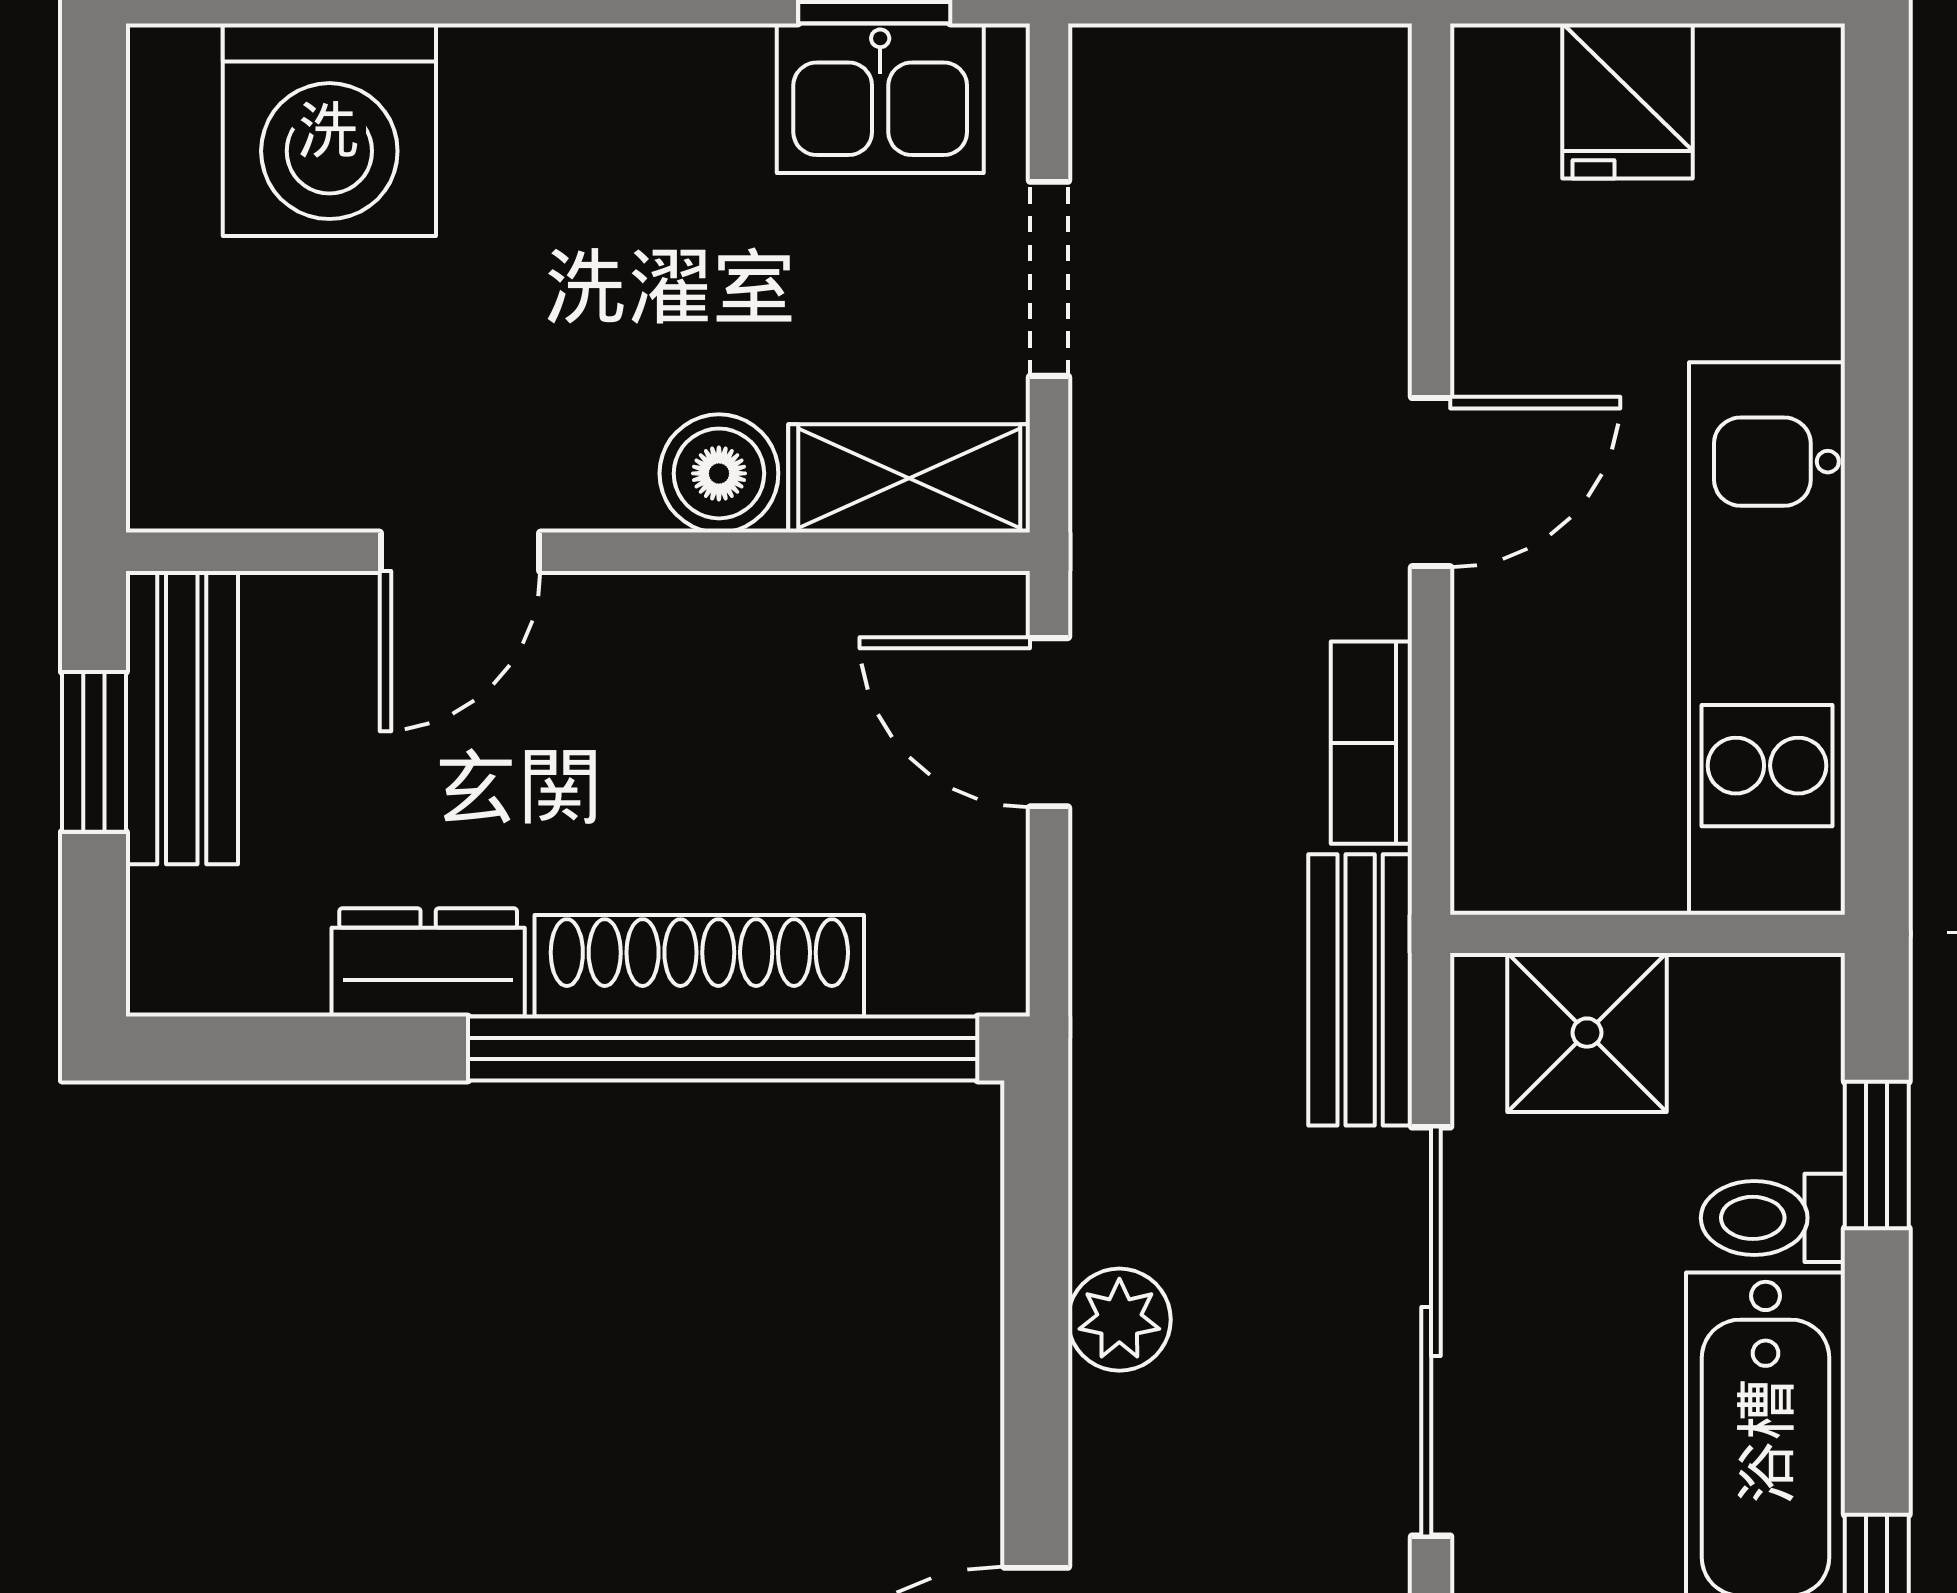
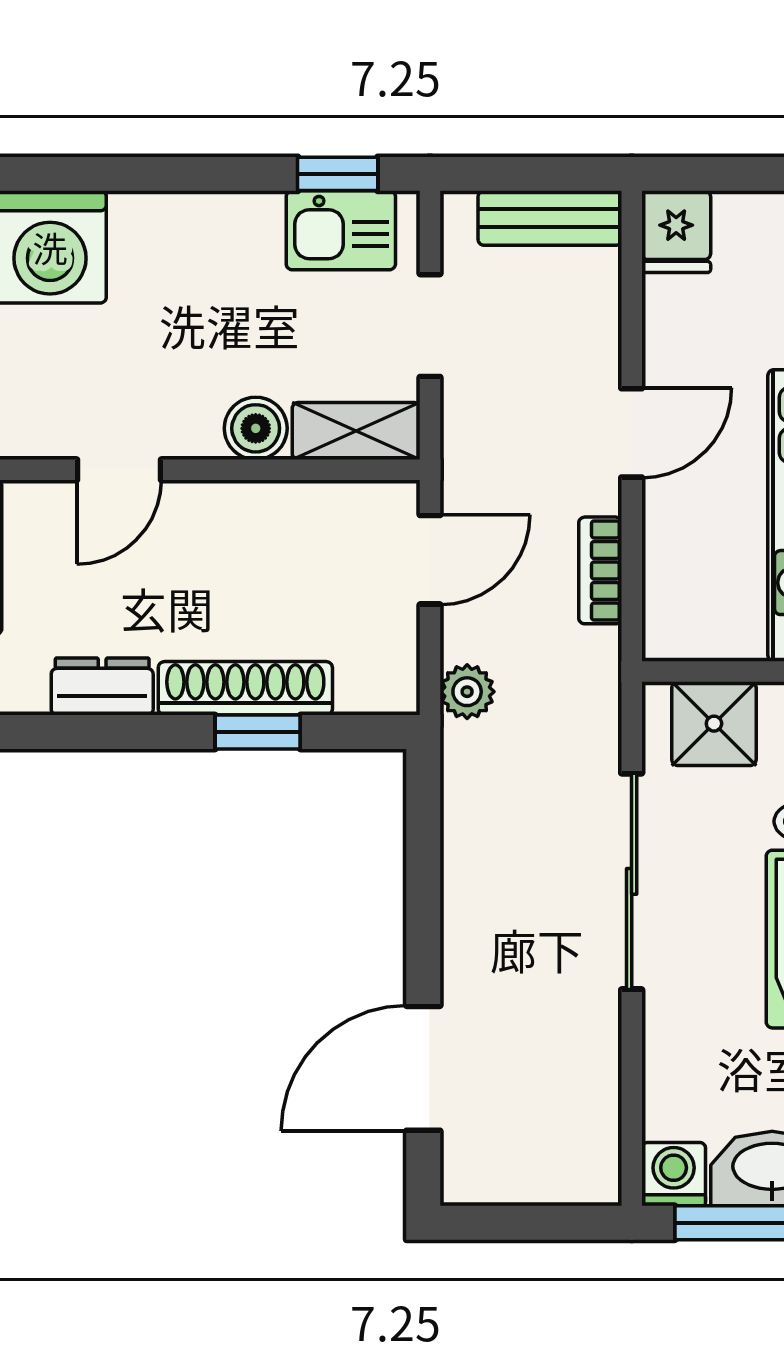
fridge: (1627, 101) -> (676, 232), moved
door: (1049, 722) -> (430, 560), swing flipped
bench: (1360, 990) -> (550, 218), moved, turned 90
window: (723, 1048) -> (258, 732), width x0.32
plant: (1119, 1320) -> (467, 692), moved

